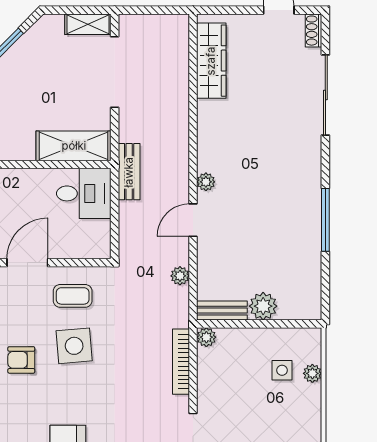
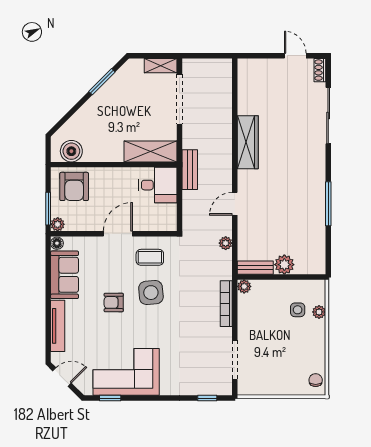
wardrobe: (211, 61) -> (248, 142), moved
plant: (206, 182) -> (244, 177), removed

